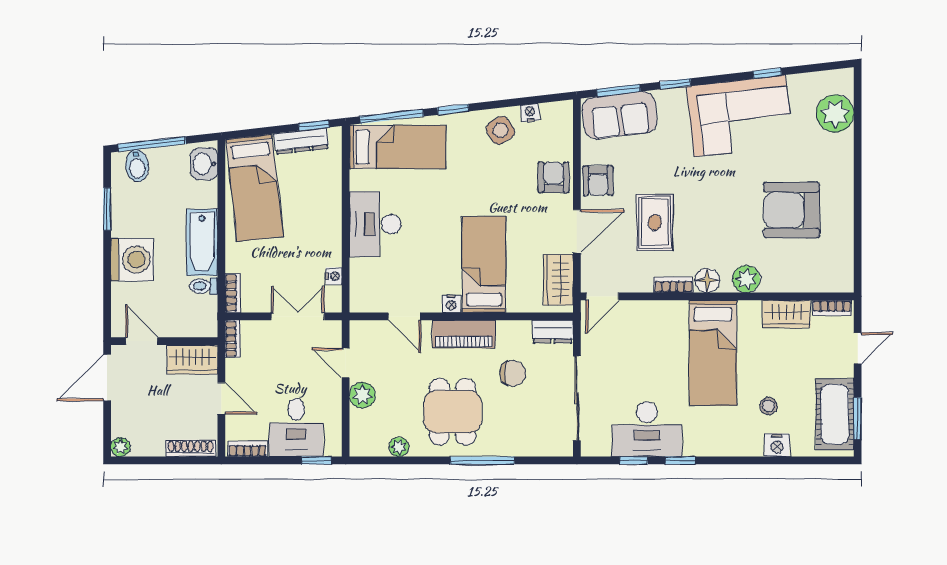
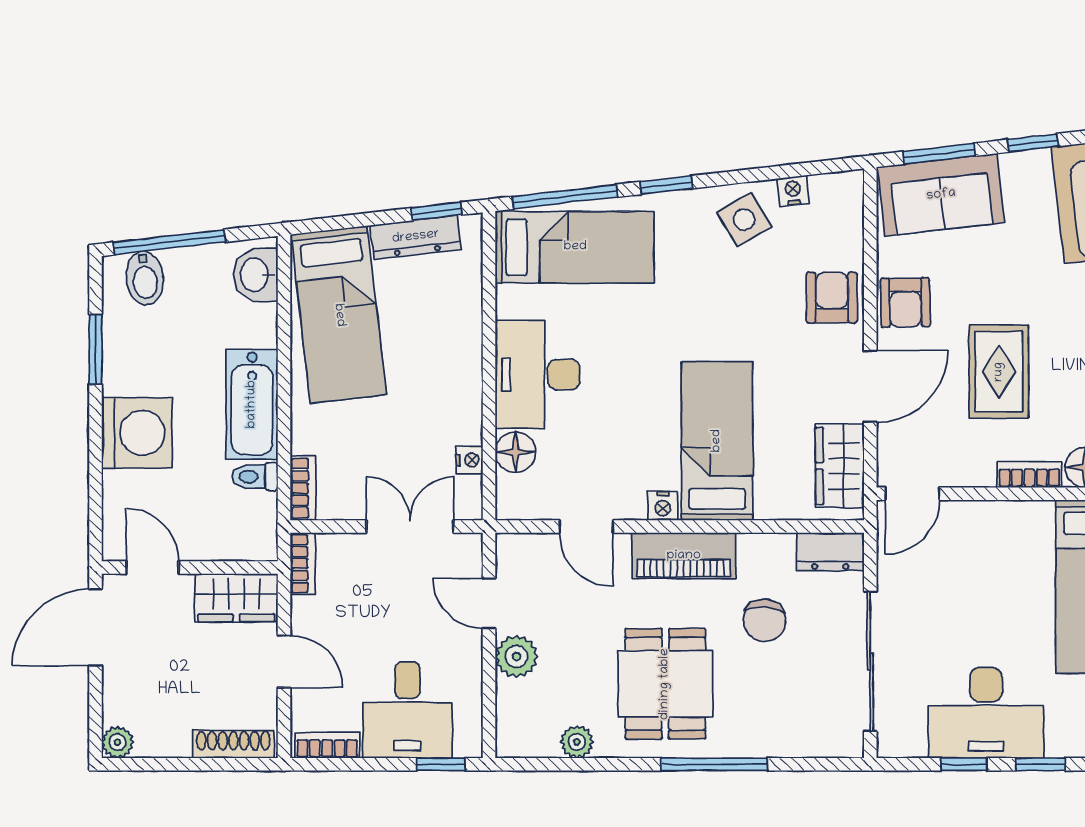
floor lamp: (362, 271) -> (515, 452), added
chair: (513, 373) -> (764, 620), turned 93

